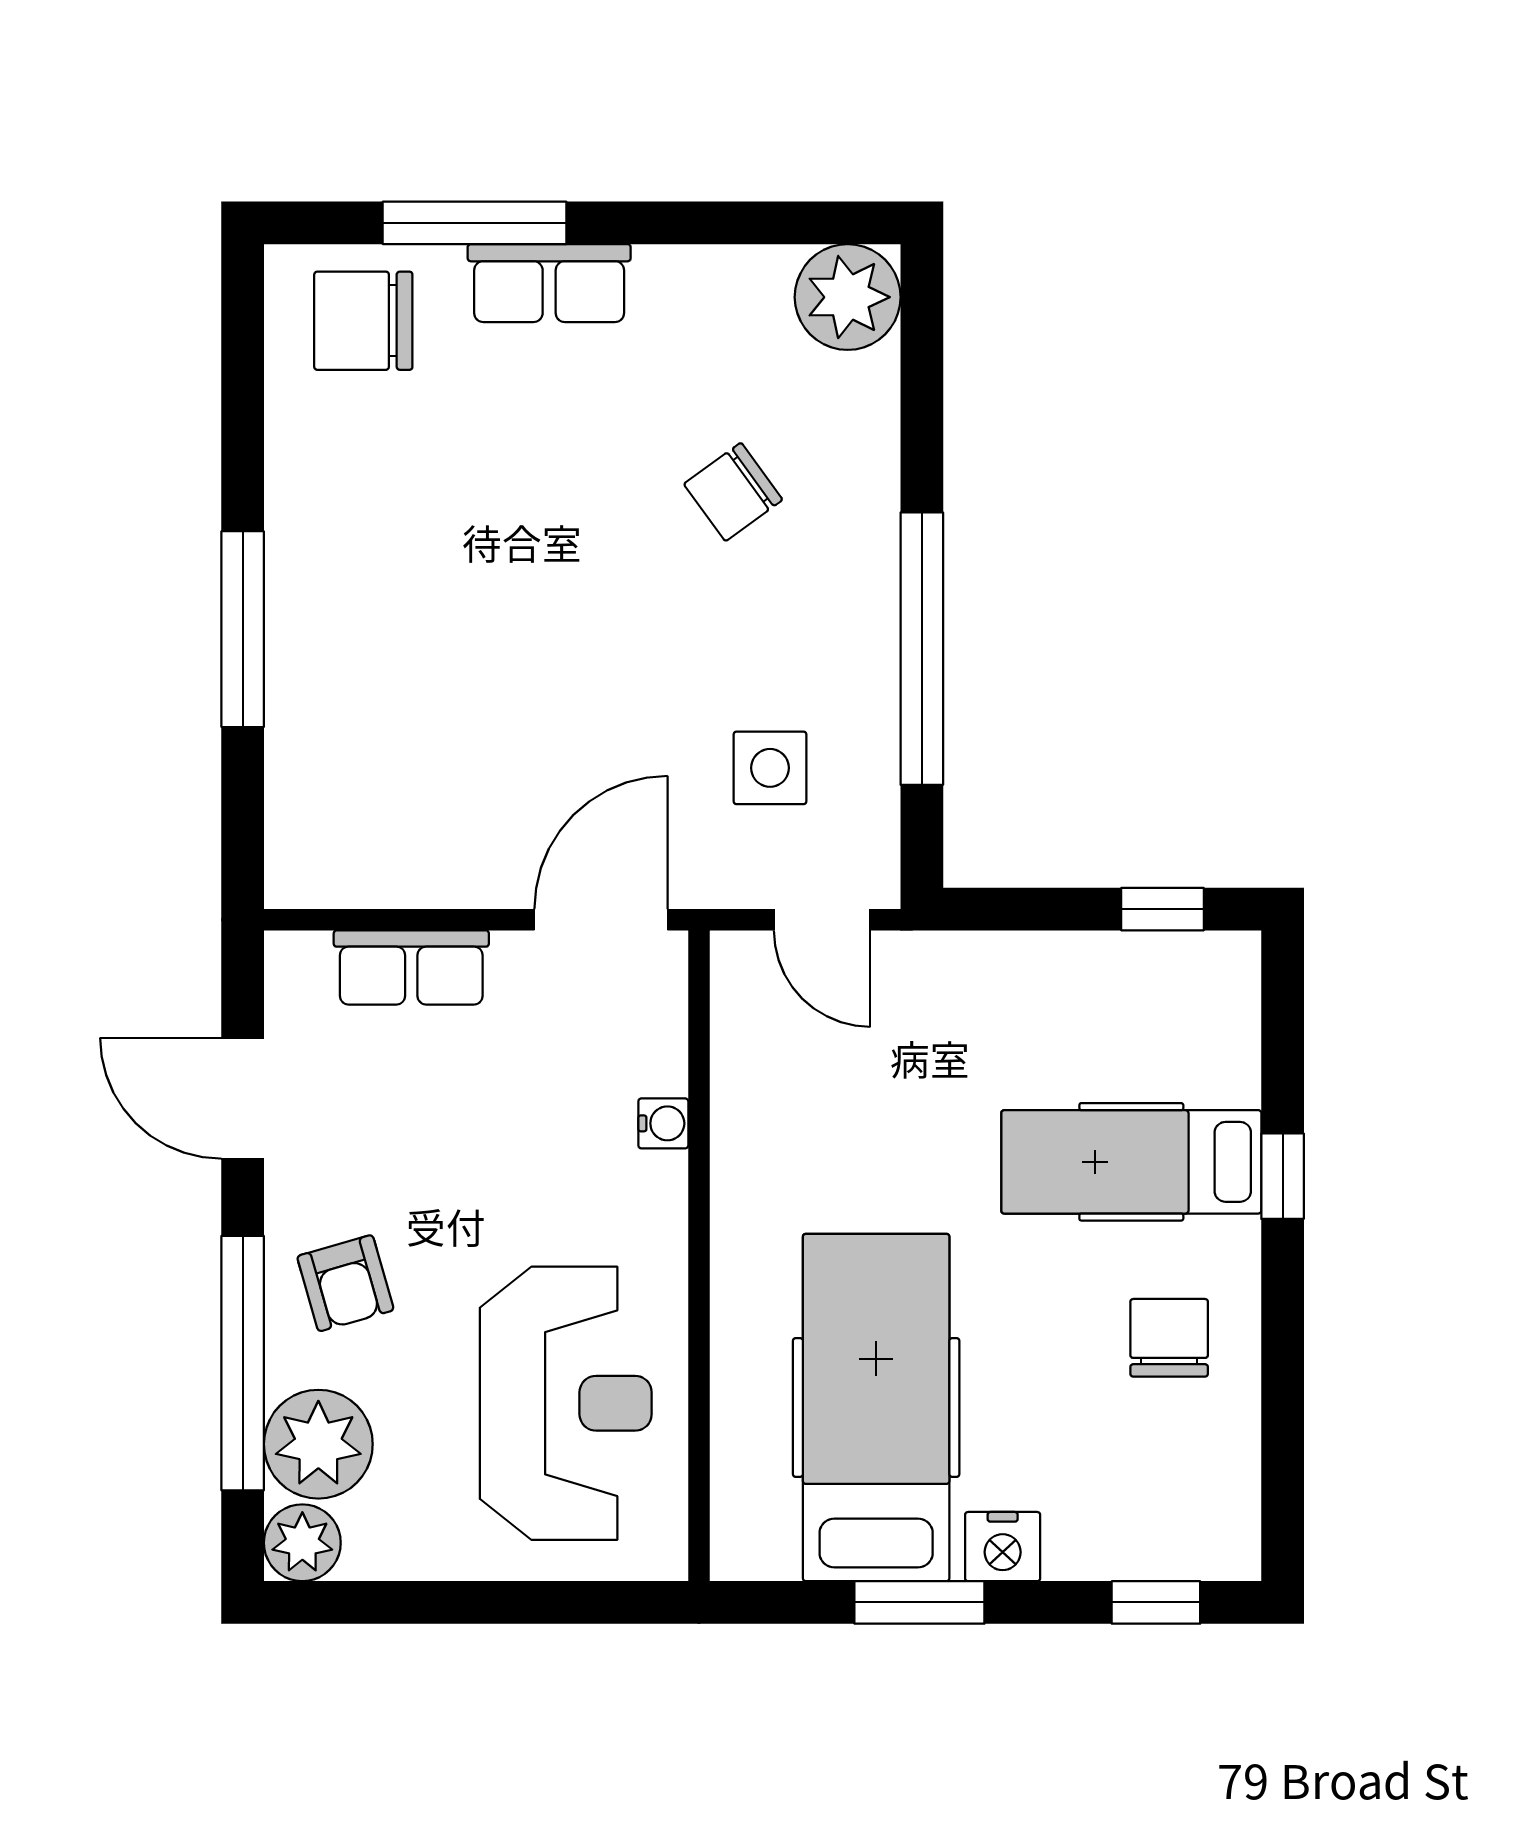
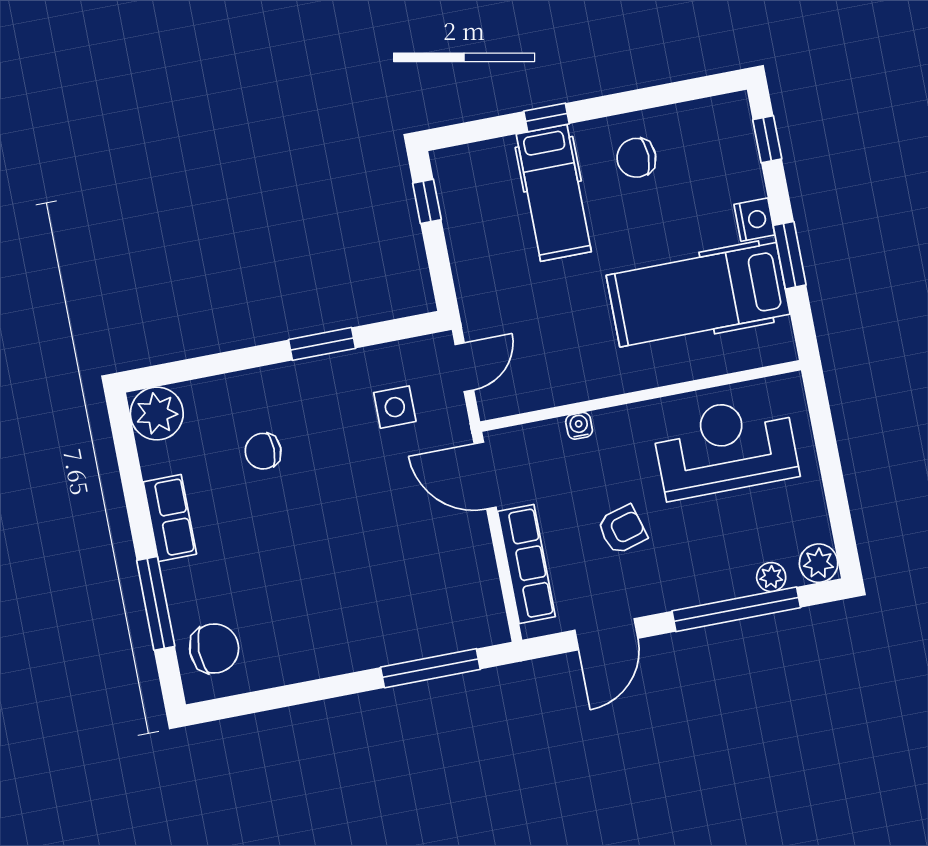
row of seats: (549, 283) -> (170, 518), moved
chair: (363, 321) -> (214, 649), turned -90
chair: (733, 492) -> (263, 451), turned 126
window: (243, 629) -> (430, 668), moved
window: (922, 649) -> (322, 344), width x0.47
row of seats: (411, 967) -> (526, 564), width x1.48
armchair: (345, 1283) -> (622, 529), moved
plant: (318, 1444) -> (771, 577), width x0.53, depth x0.53

